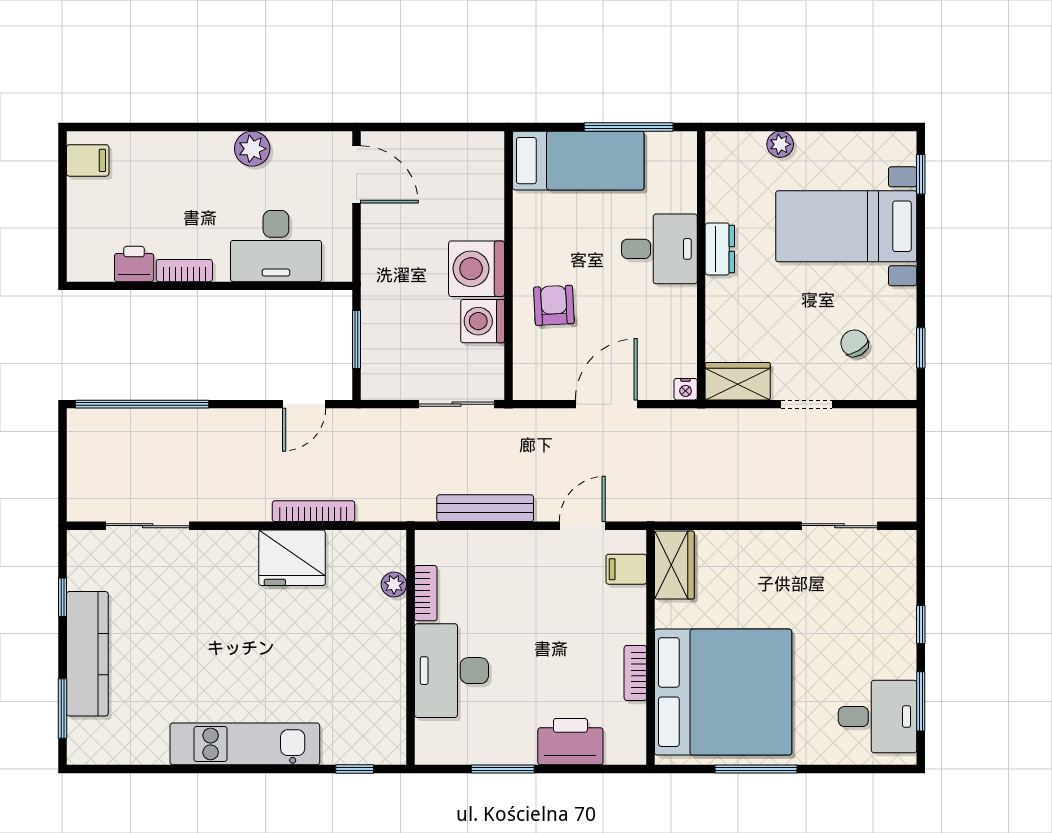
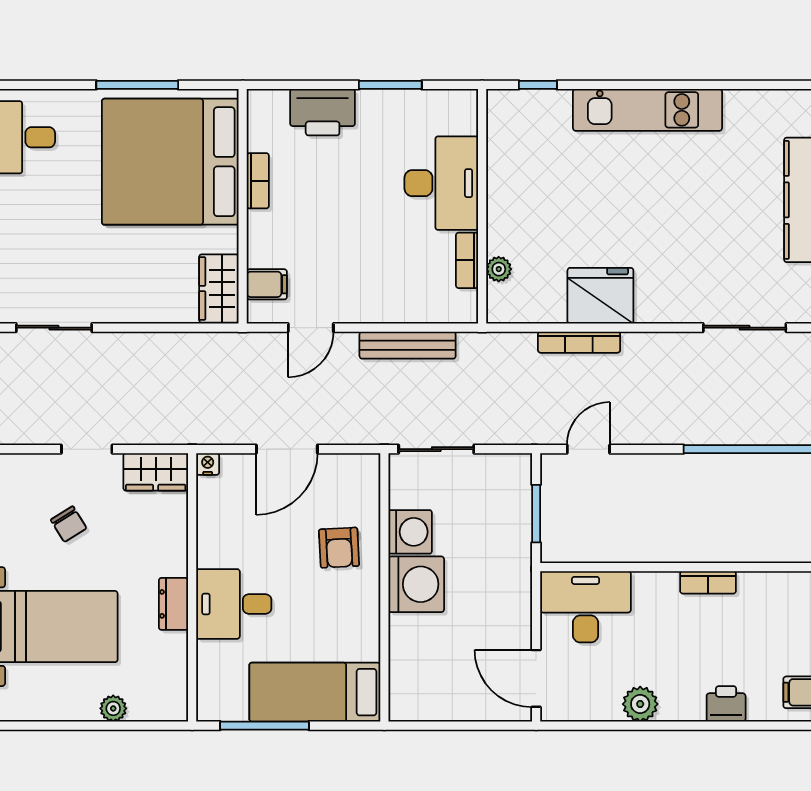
desk: (276, 246) -> (586, 607), moved
printer: (134, 264) -> (726, 704), moved, turned 180
chair: (854, 343) -> (69, 524), moved

